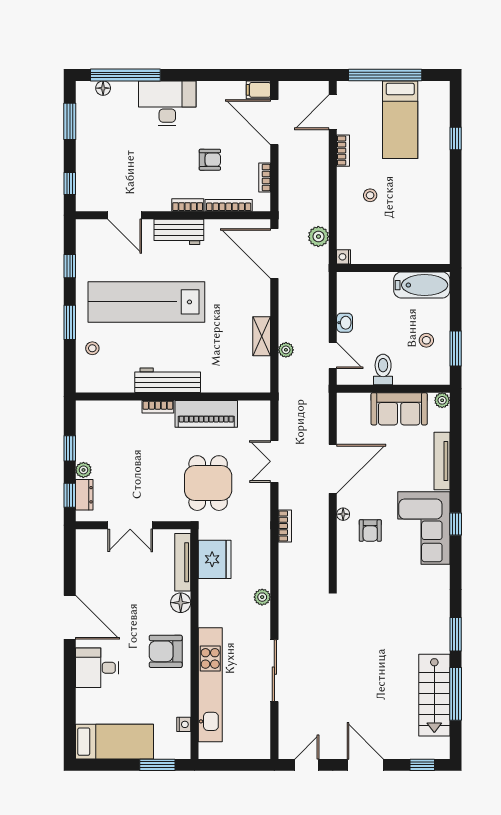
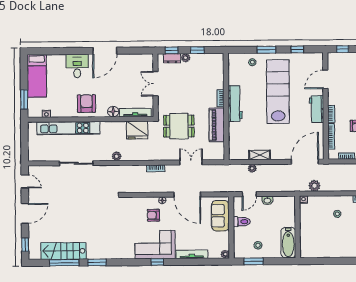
sofa: (399, 409) -> (220, 216), moved

